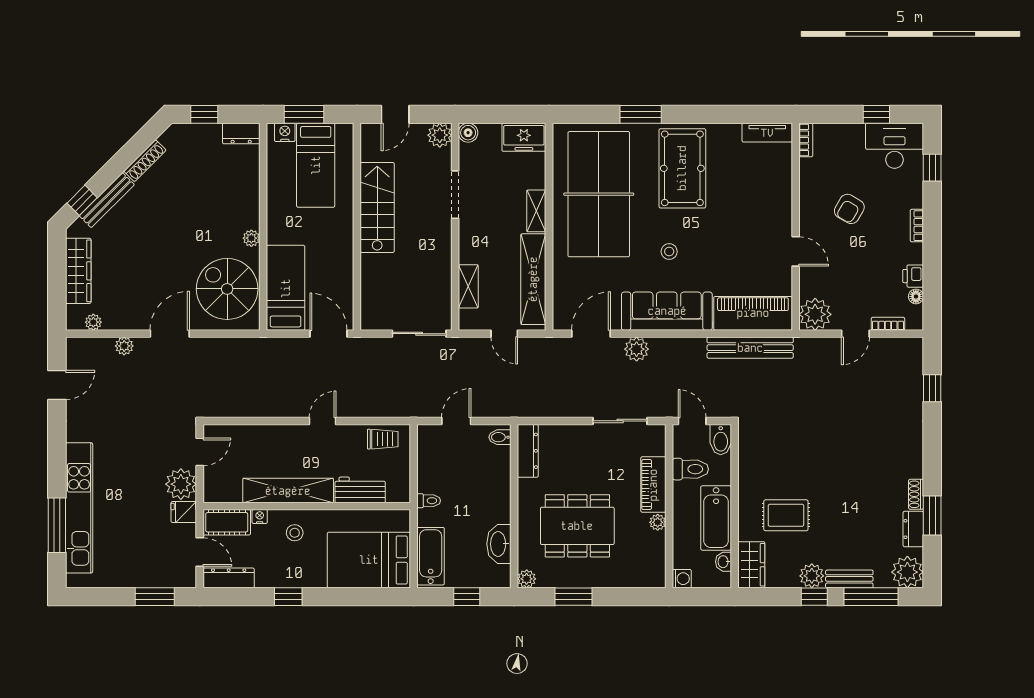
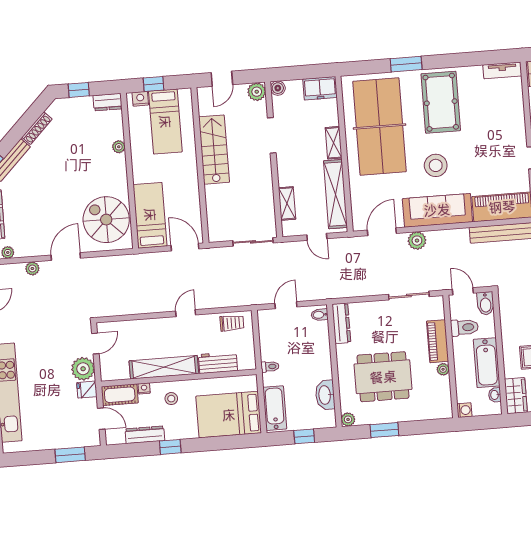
window: (304, 114) -> (154, 84), width x0.67
plant: (251, 238) -> (119, 147), moved
stool: (669, 252) -> (436, 165), width x1.89, depth x1.89
dresser: (229, 578) -> (145, 435), moved

